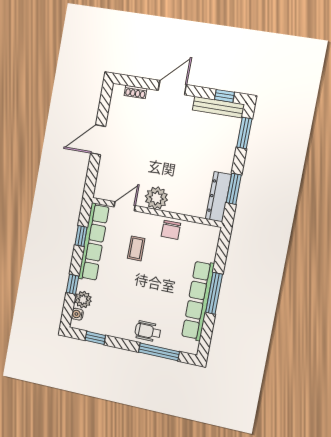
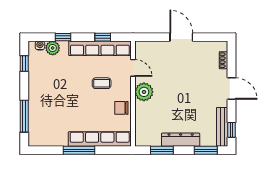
dresser: (218, 197) -> (181, 140), moved
row of seats: (198, 301) -> (100, 139), moved
wheelchair: (148, 331) -> (38, 104), removed

